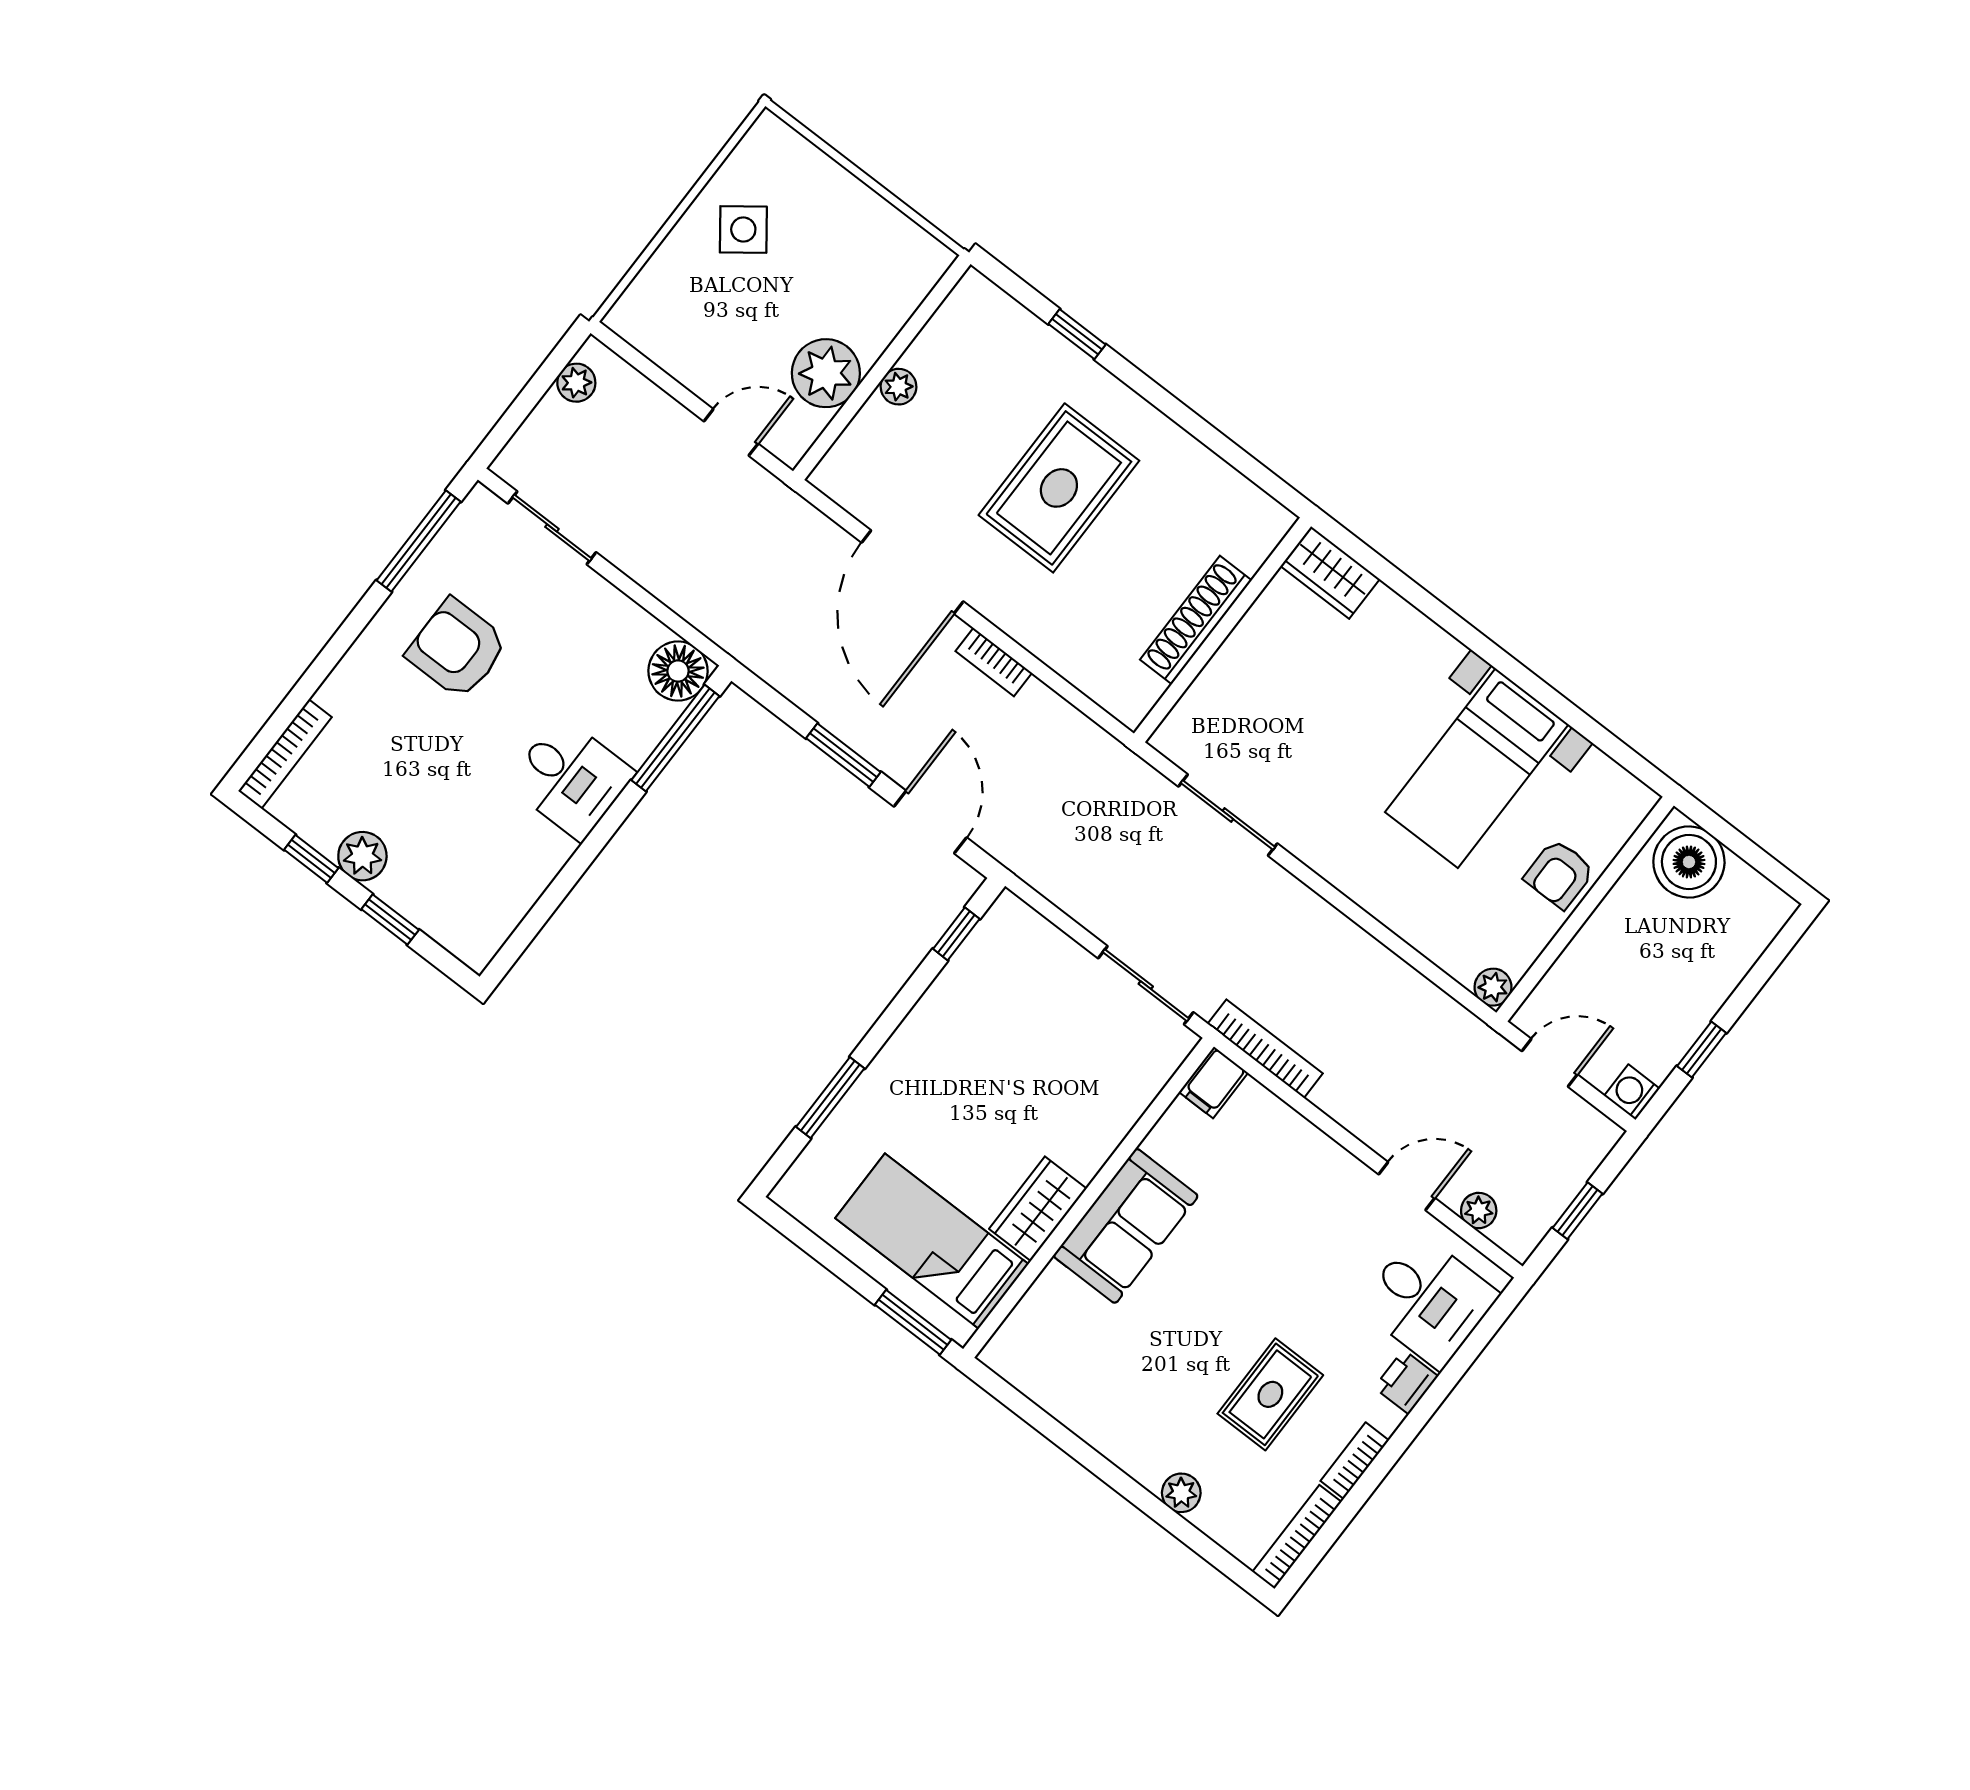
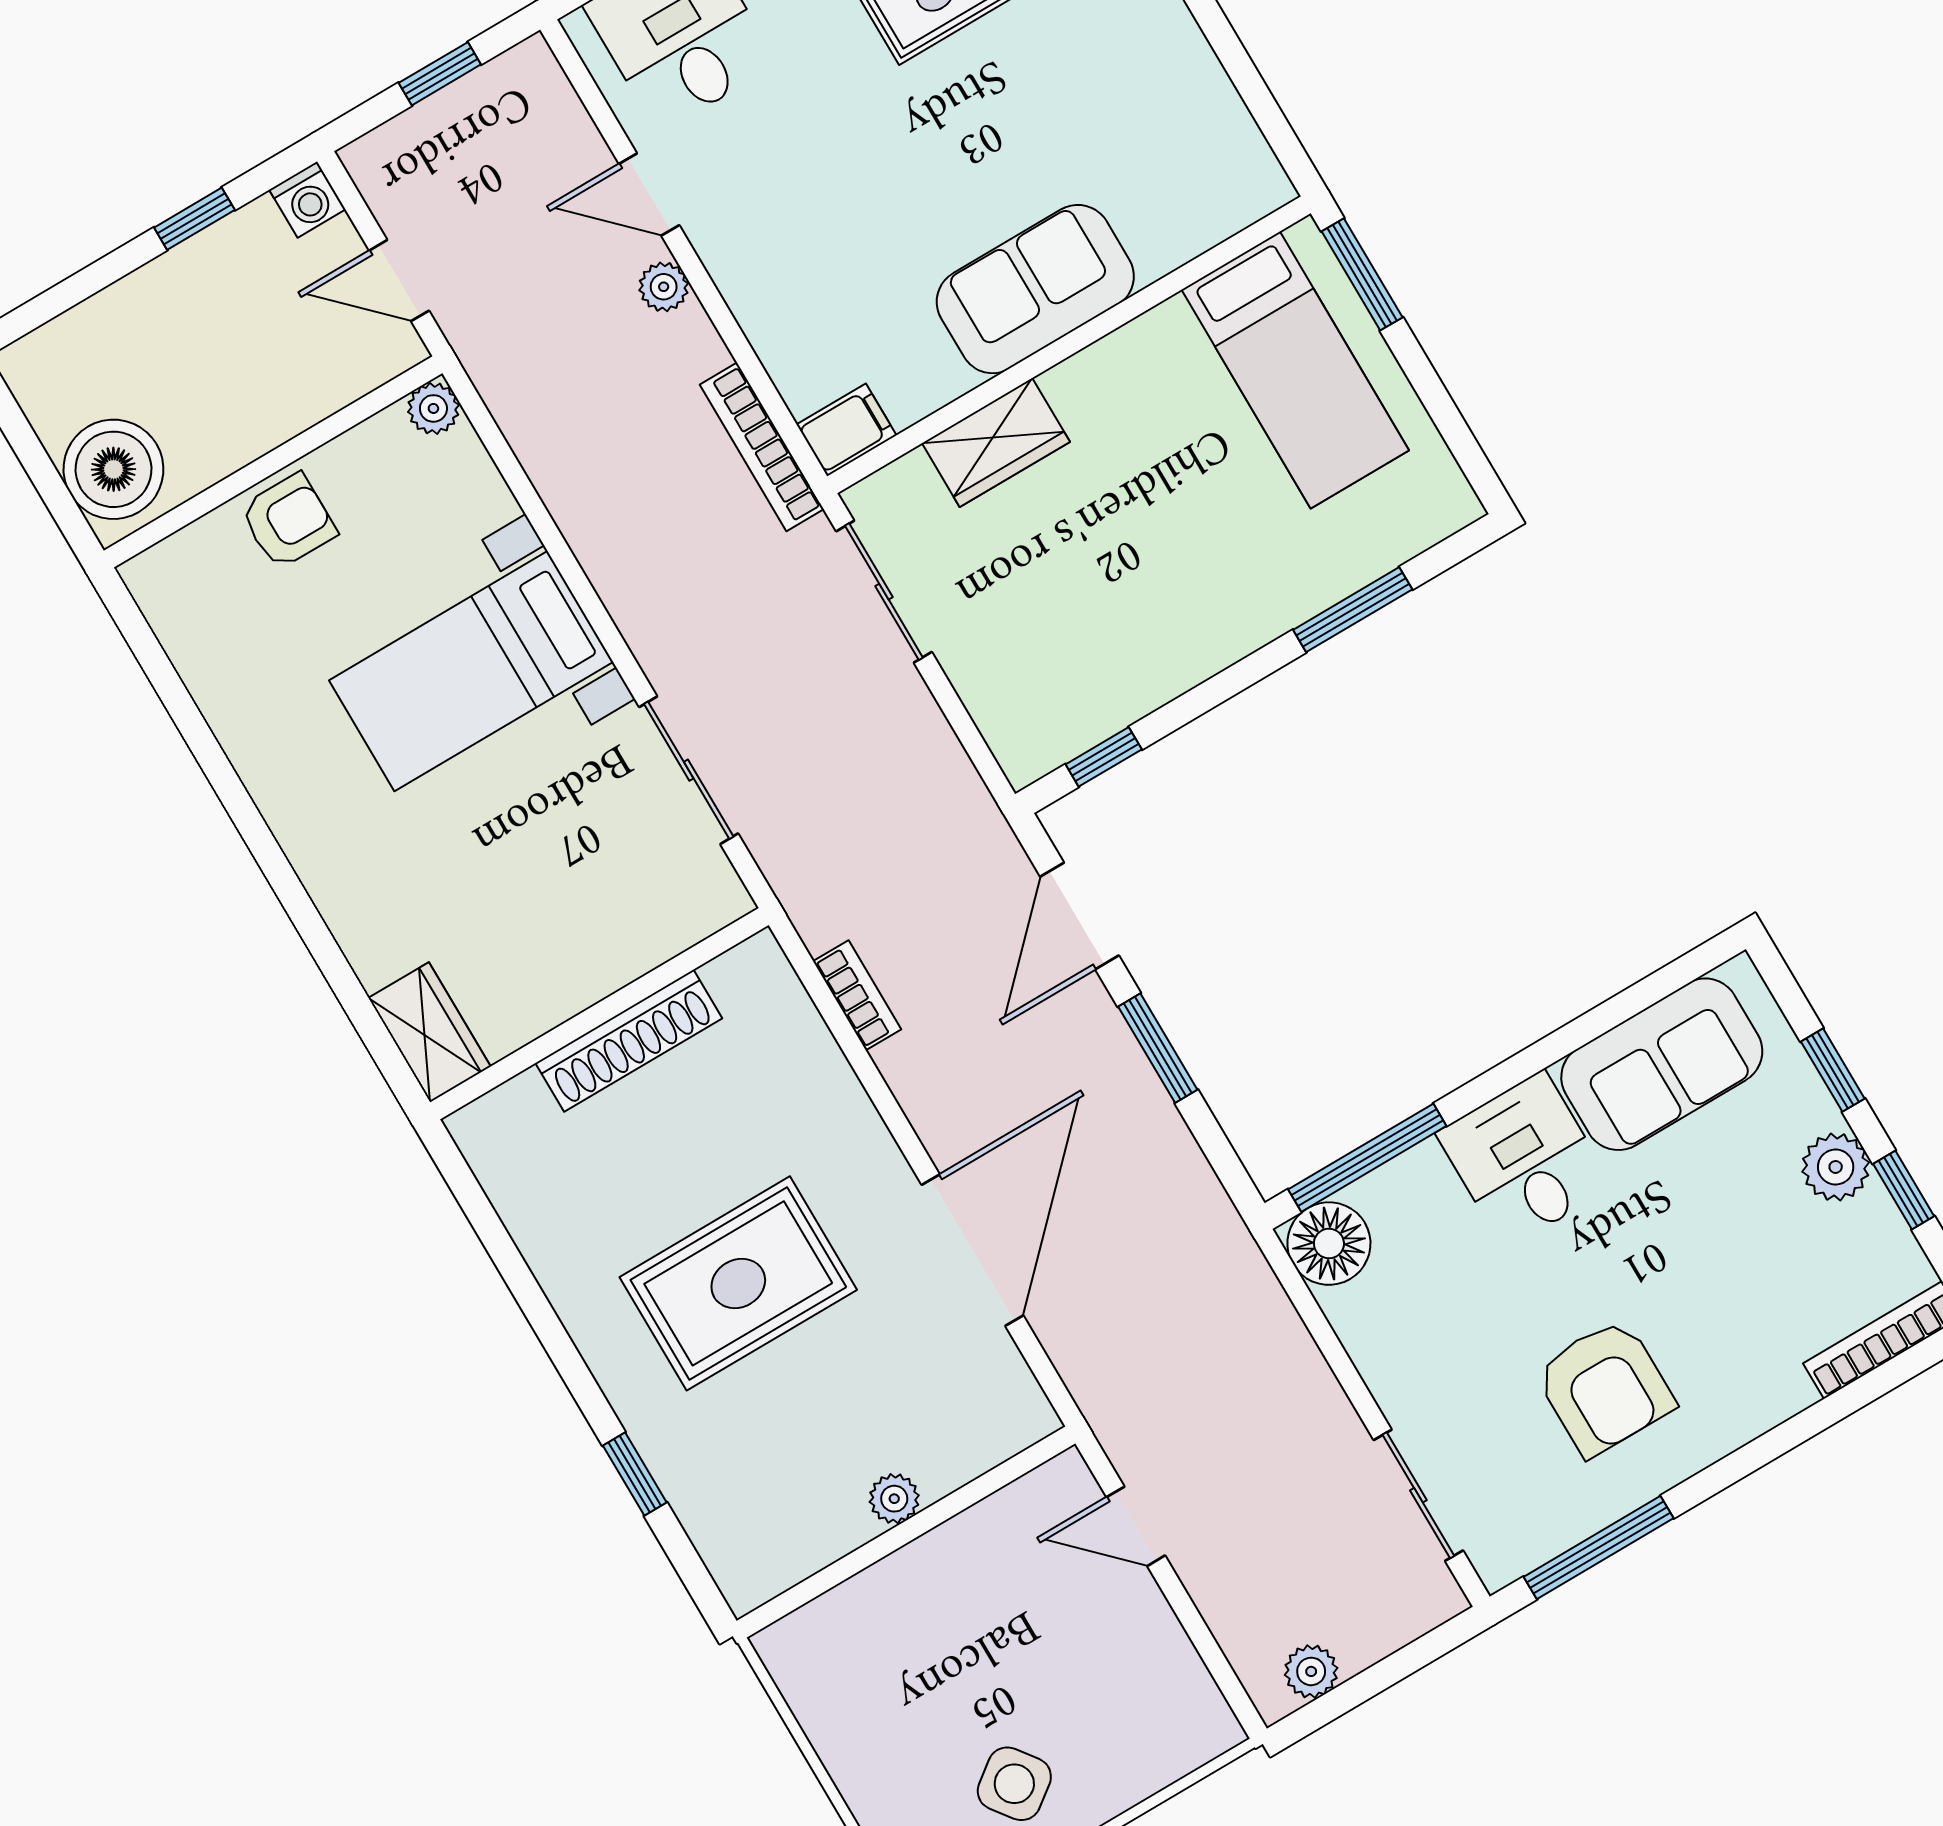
plant: (826, 373) -> (982, 1554), removed
bookcase: (994, 662) -> (857, 995), moved
bed with nightstands: (1477, 768) -> (471, 671), moved, turned 180
sofa: (505, 878) -> (1662, 1064), added
wardrobe: (1038, 1209) -> (996, 443), moved
plant: (1479, 1210) -> (664, 287), moved

